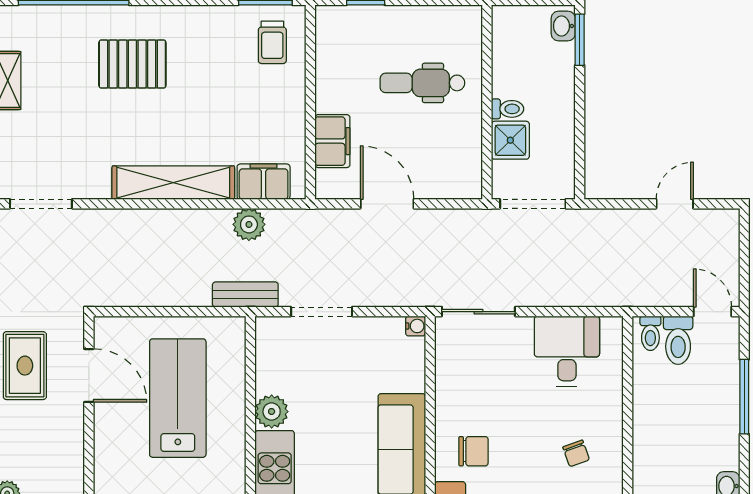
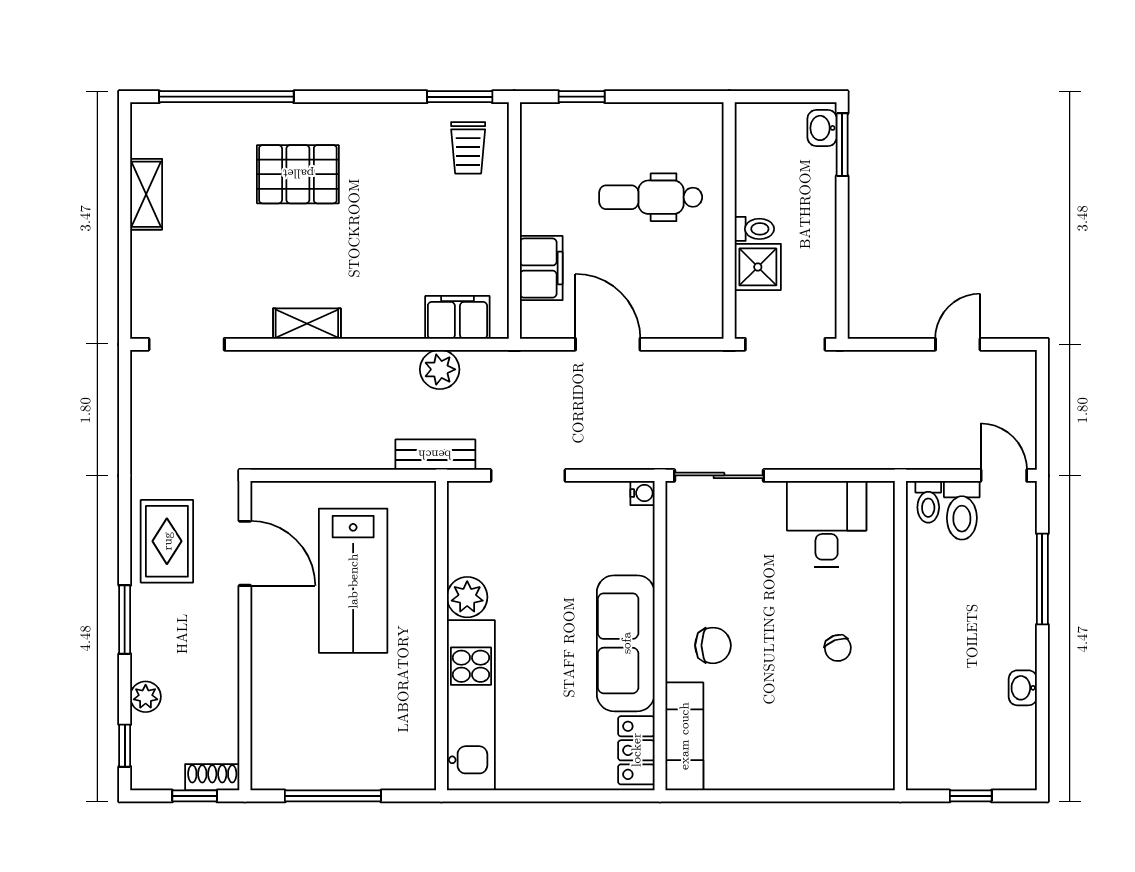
shelving: (173, 183) -> (307, 324), width x0.45, depth x0.75
lab bench: (178, 398) -> (353, 581), turned 180

